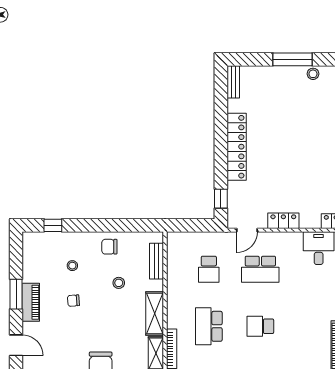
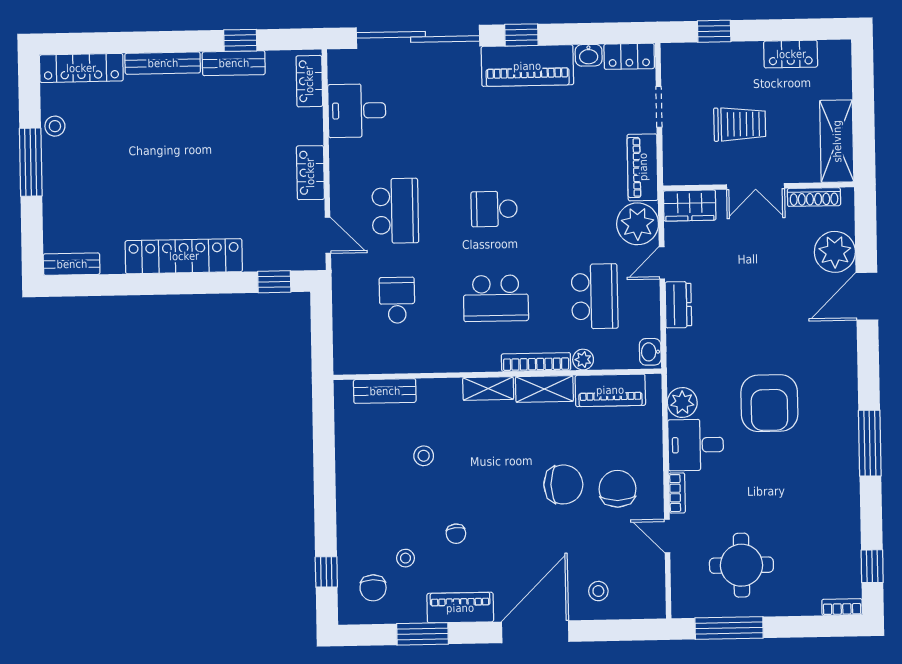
chair: (109, 247) -> (373, 588), moved
stool: (72, 266) -> (406, 558), moved
school desk: (209, 269) -> (397, 300), turned -90
window: (16, 294) -> (422, 634), moved
shelving: (155, 314) -> (488, 389), width x0.67, depth x0.75
school desk: (260, 326) -> (494, 209), turned 90
door: (16, 345) -> (535, 632), width x1.87

